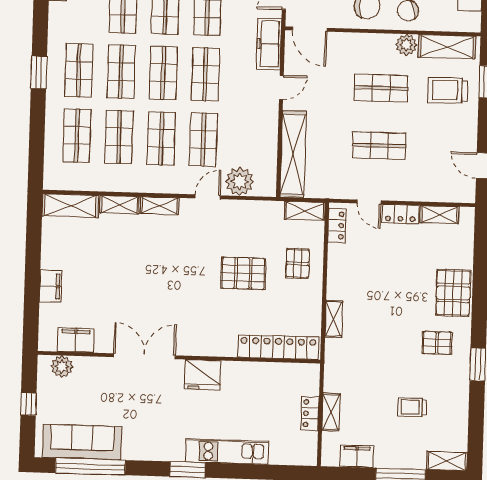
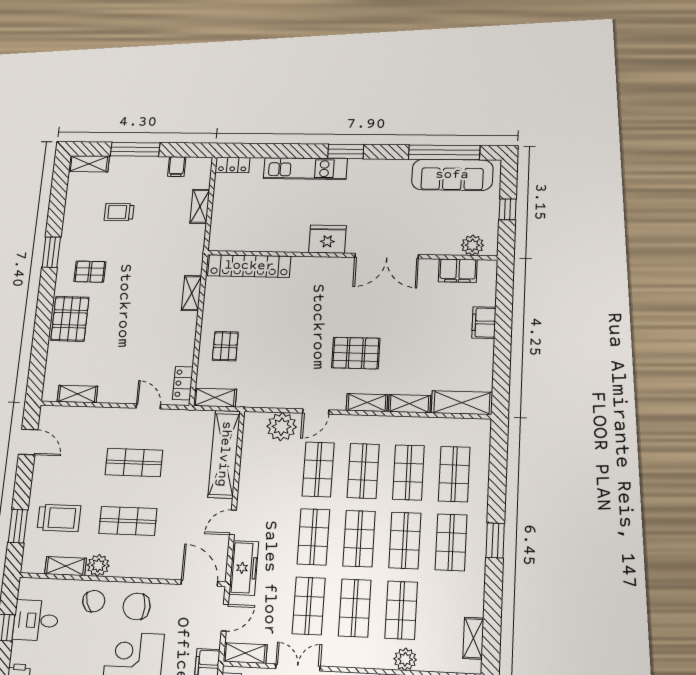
shelving: (447, 47) -> (65, 566), width x0.67, depth x0.75
locker: (400, 214) -> (117, 394), removed
pallet: (243, 273) -> (356, 353), moved
trolley: (412, 407) -> (119, 212), turned 180
locker: (310, 413) -> (233, 165), moved, turned 90
filing cabinet: (357, 456) -> (177, 167), width x0.50

